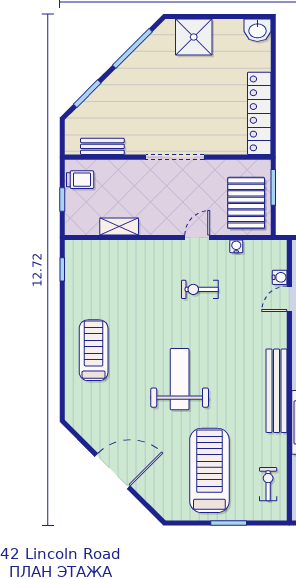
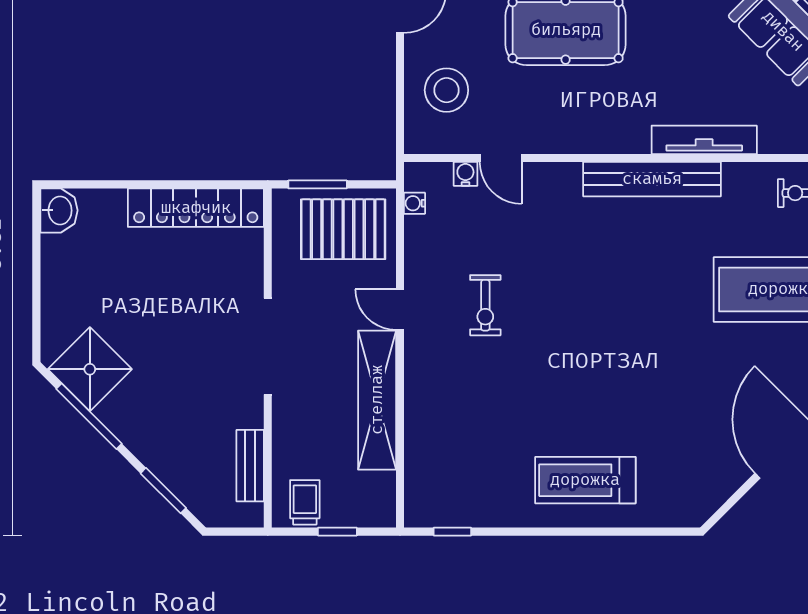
shower: (194, 37) -> (90, 369), moved, turned 45
shelving: (119, 226) -> (377, 400), width x2.20, depth x1.33
water cooler: (236, 246) -> (415, 203), moved
weight bench: (180, 379) -> (633, 339), removed

